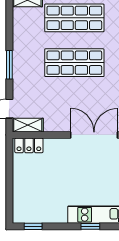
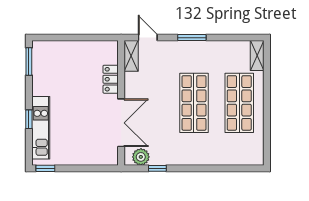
locker: (29, 145) -> (111, 79), moved
window: (33, 226) -> (29, 61), width x1.50

